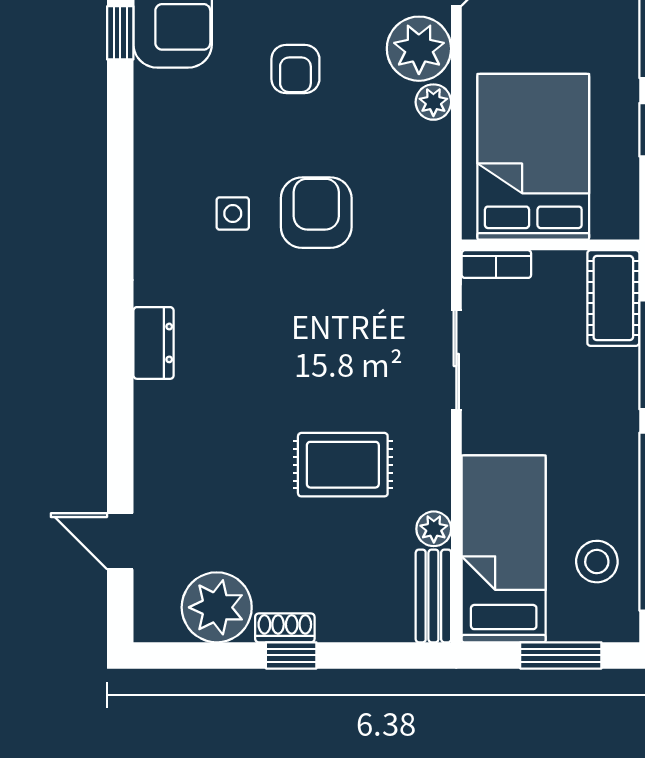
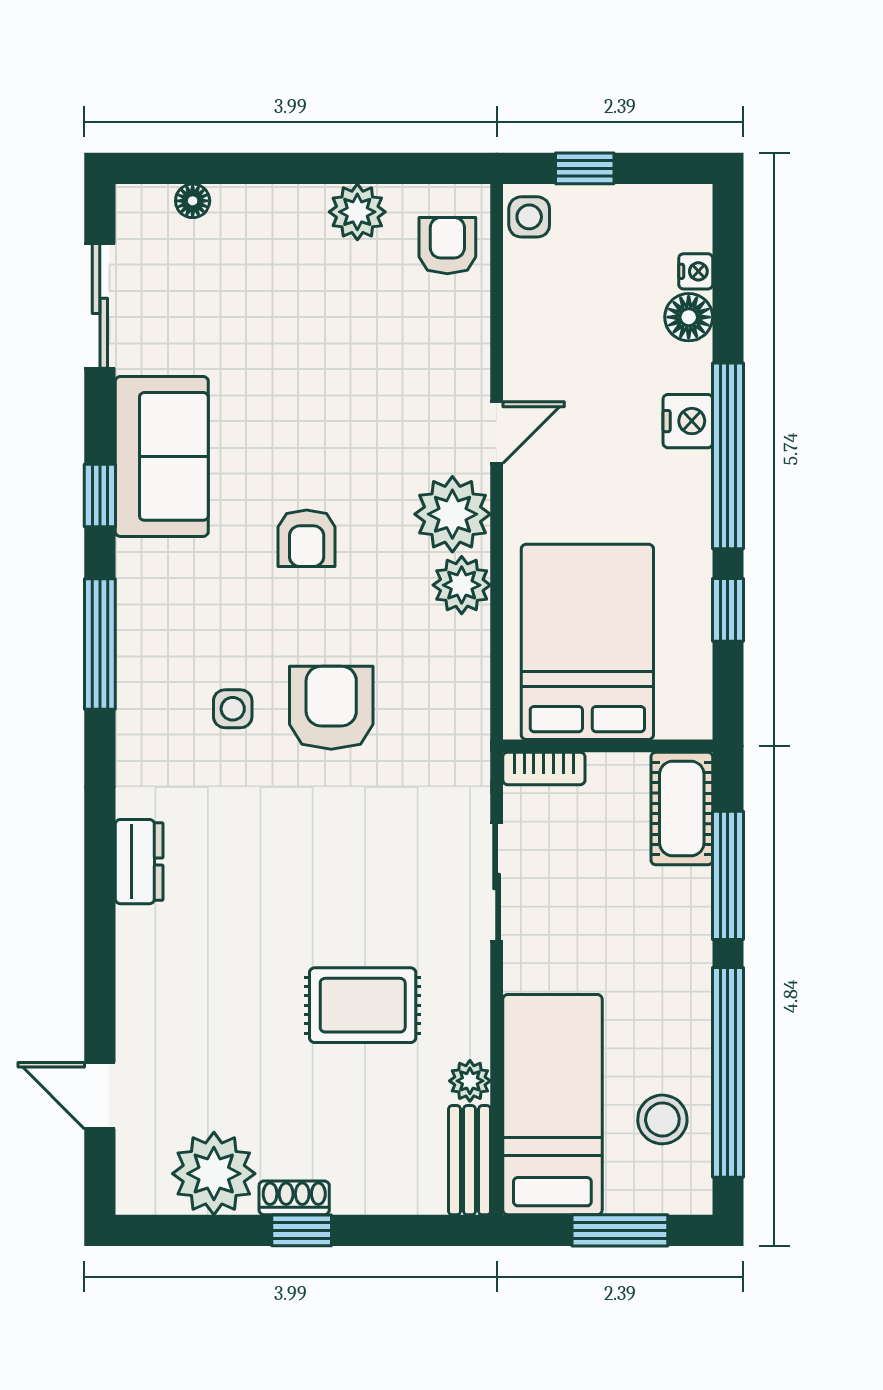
plant: (433, 102) -> (462, 585), width x1.38, depth x1.38
window: (120, 159) -> (100, 644), added

